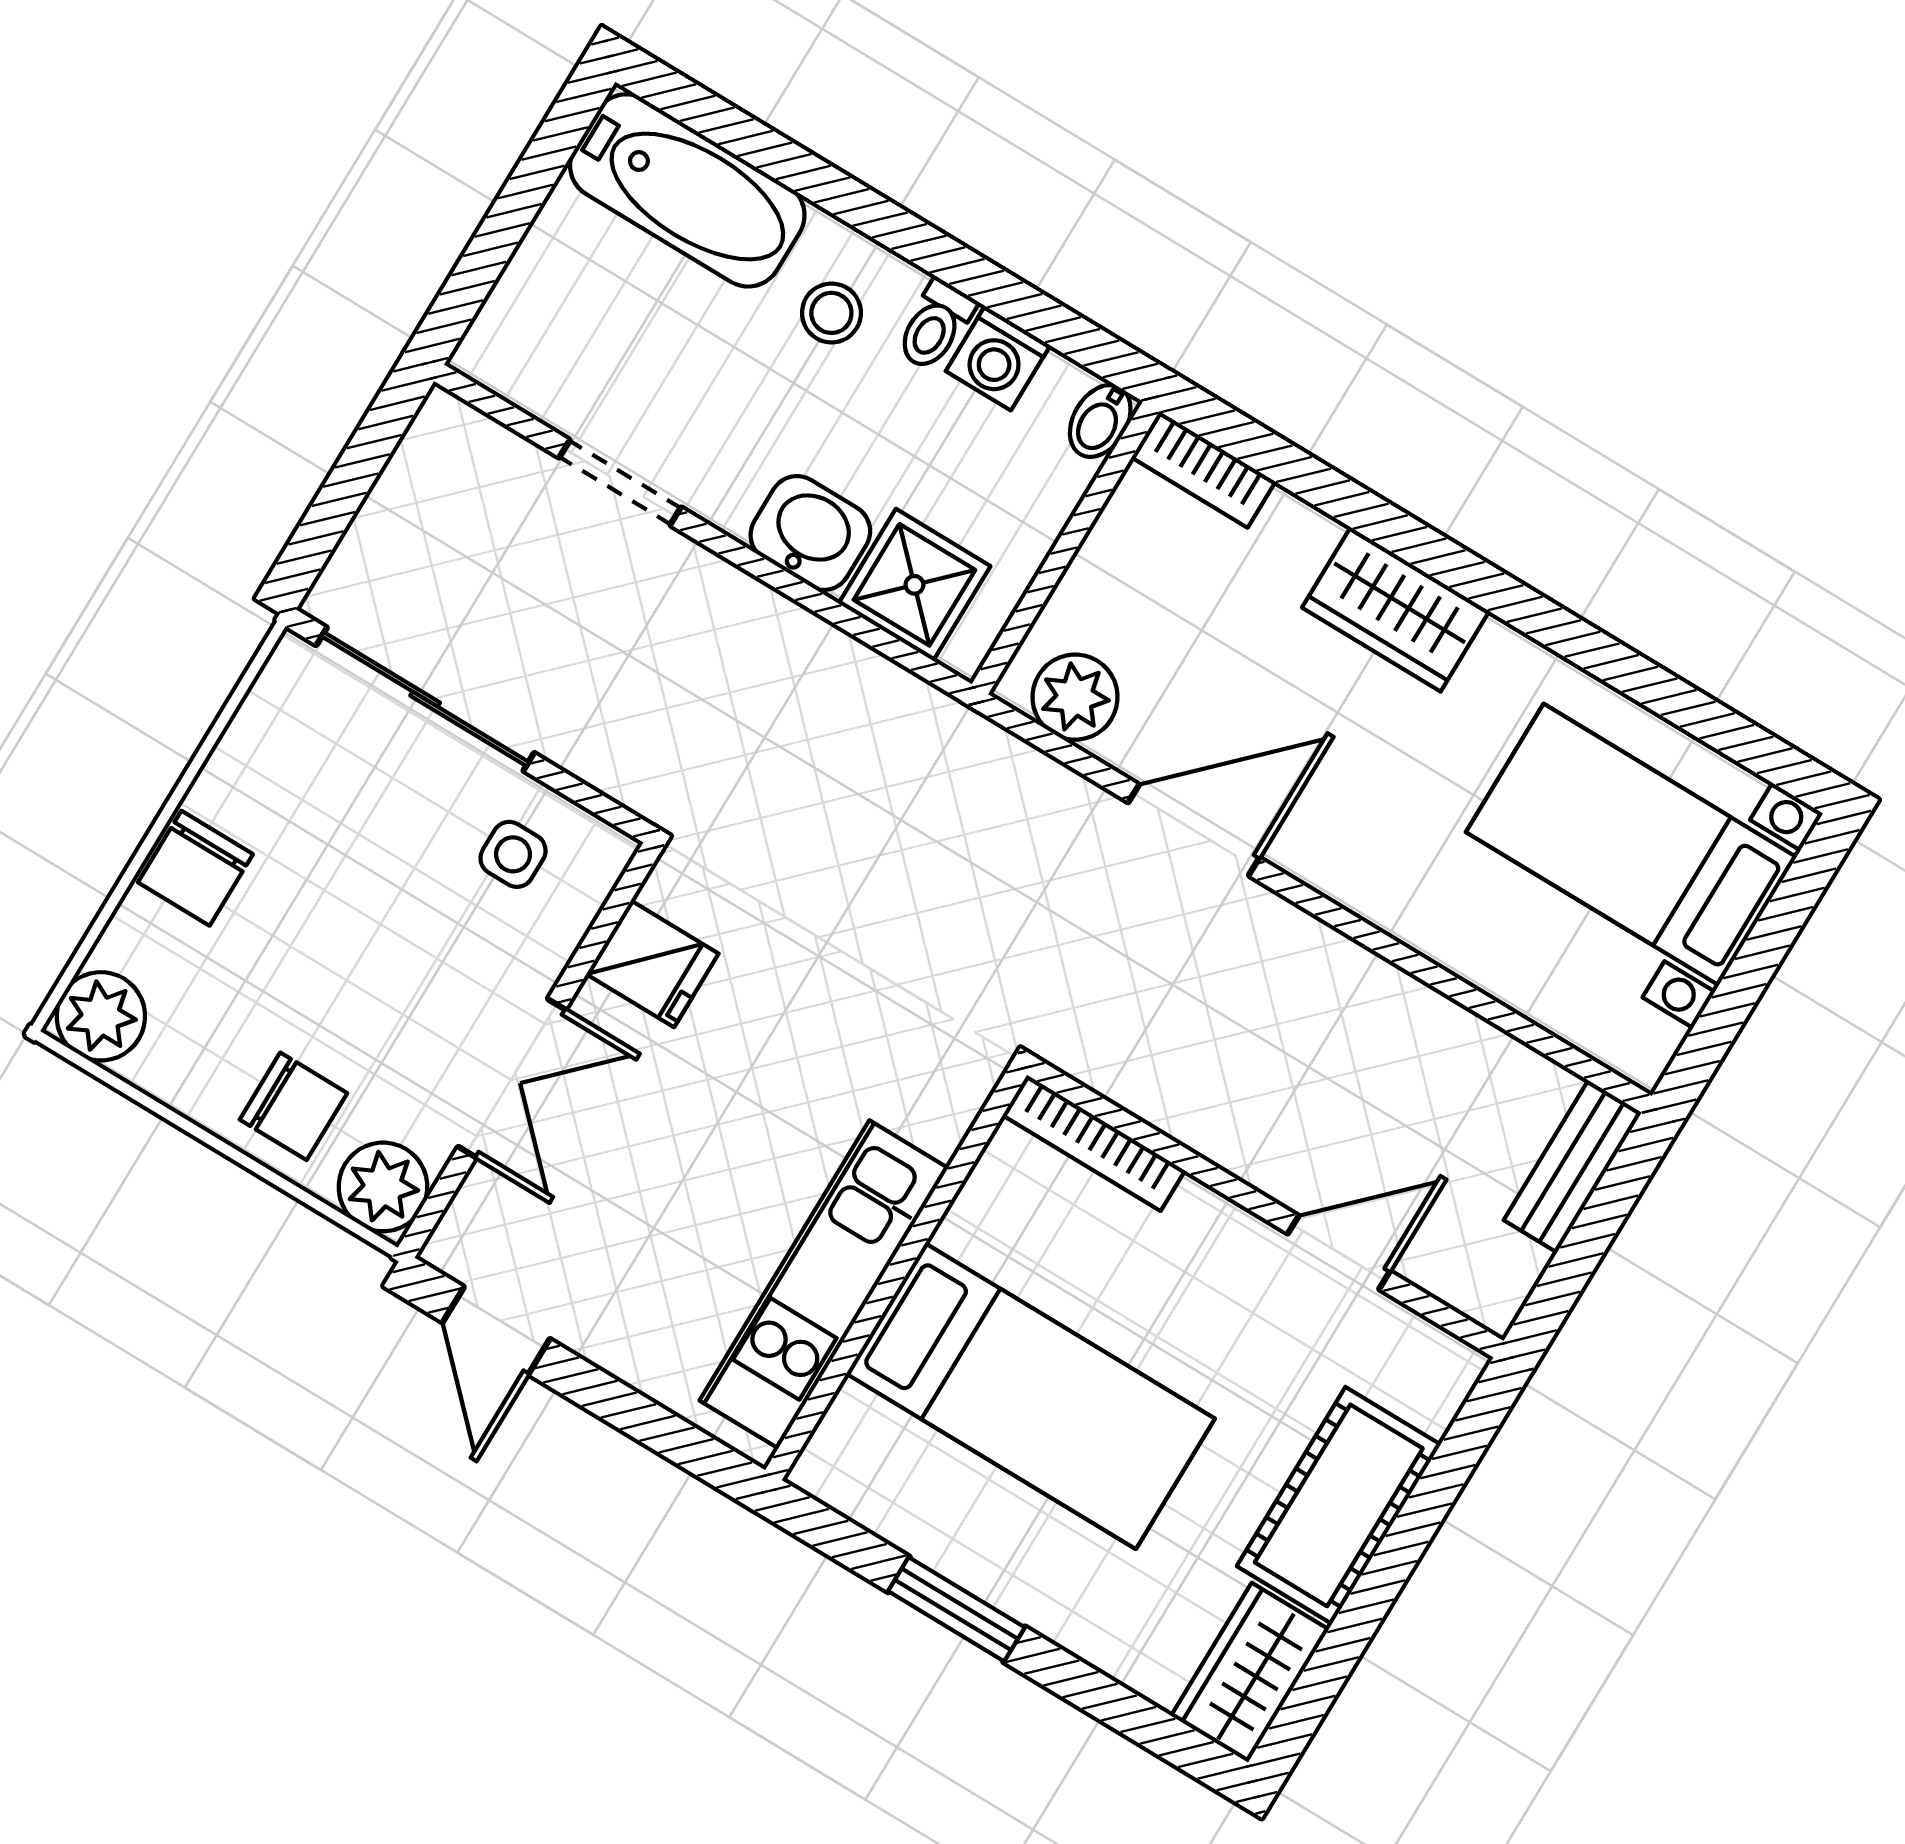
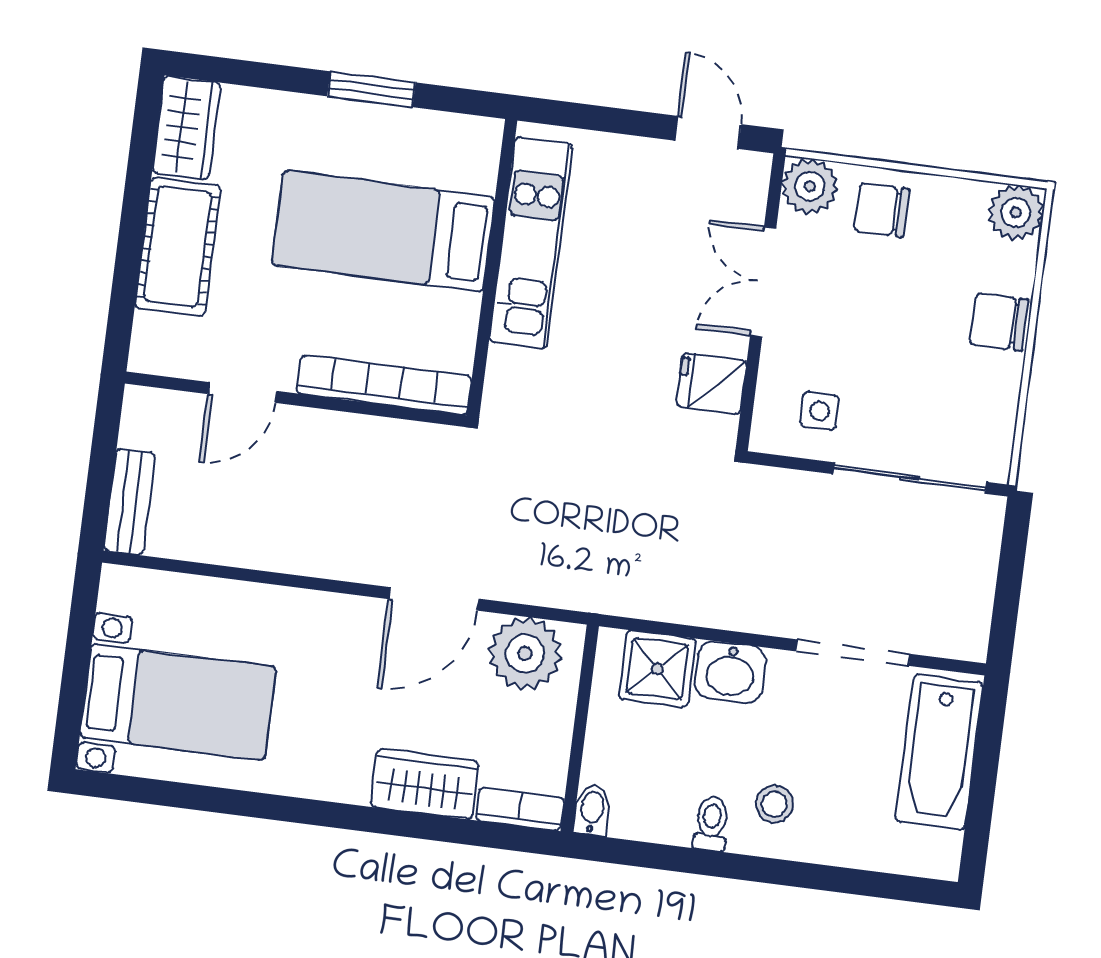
bathtub: (687, 190) -> (939, 752), moved, turned -90
washing machine: (998, 358) -> (667, 821), removed
doorway: (620, 482) -> (853, 653), width x1.38
wardrobe: (1396, 609) -> (425, 784), moved
plant: (1075, 697) -> (525, 654), width x1.36, depth x1.36
chair: (195, 868) -> (999, 322), turned -90
bookcase: (1094, 1143) -> (384, 385), width x1.48, depth x1.31

